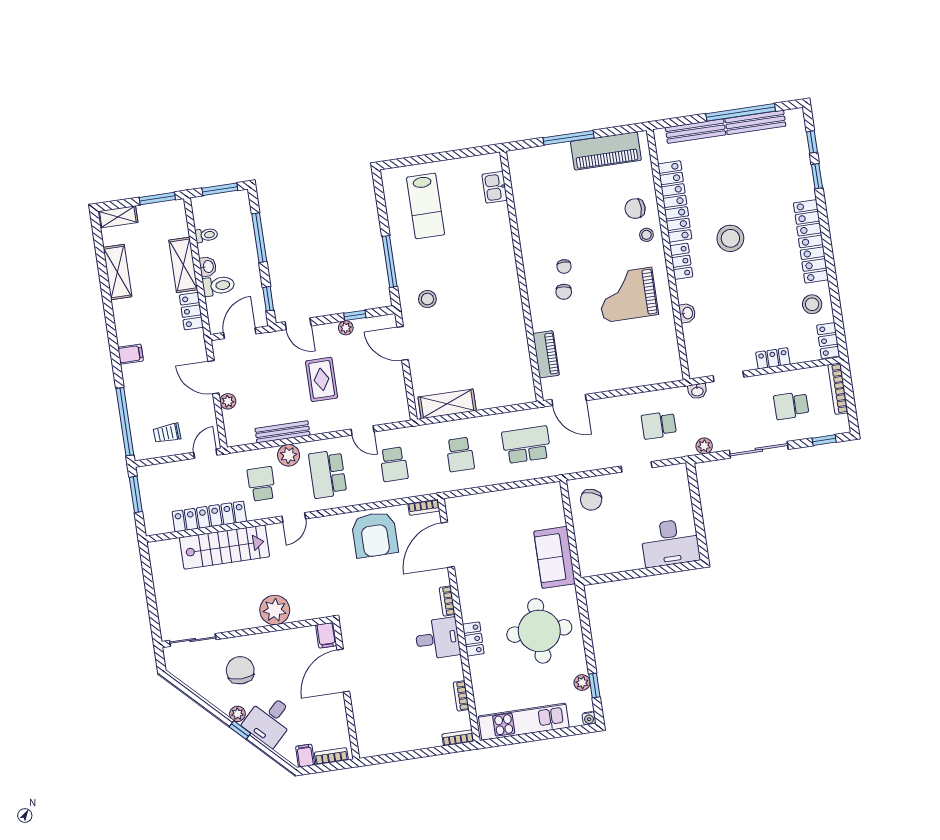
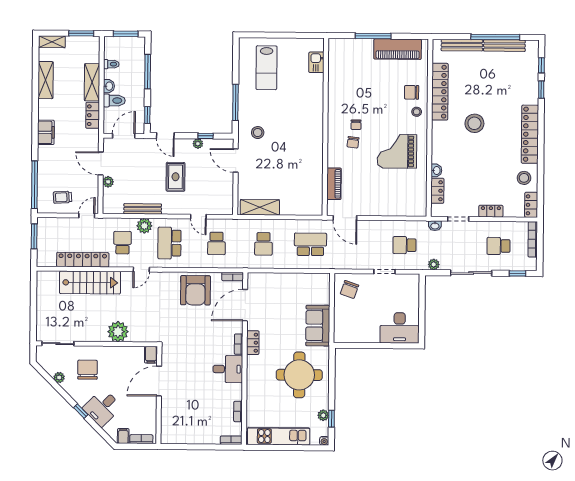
locker: (681, 261) -> (437, 191), moved
filing cabinet: (131, 354) -> (46, 132), width x2.00
locker: (473, 639) -> (253, 343), moved
plant: (237, 714) -> (59, 377), moved

